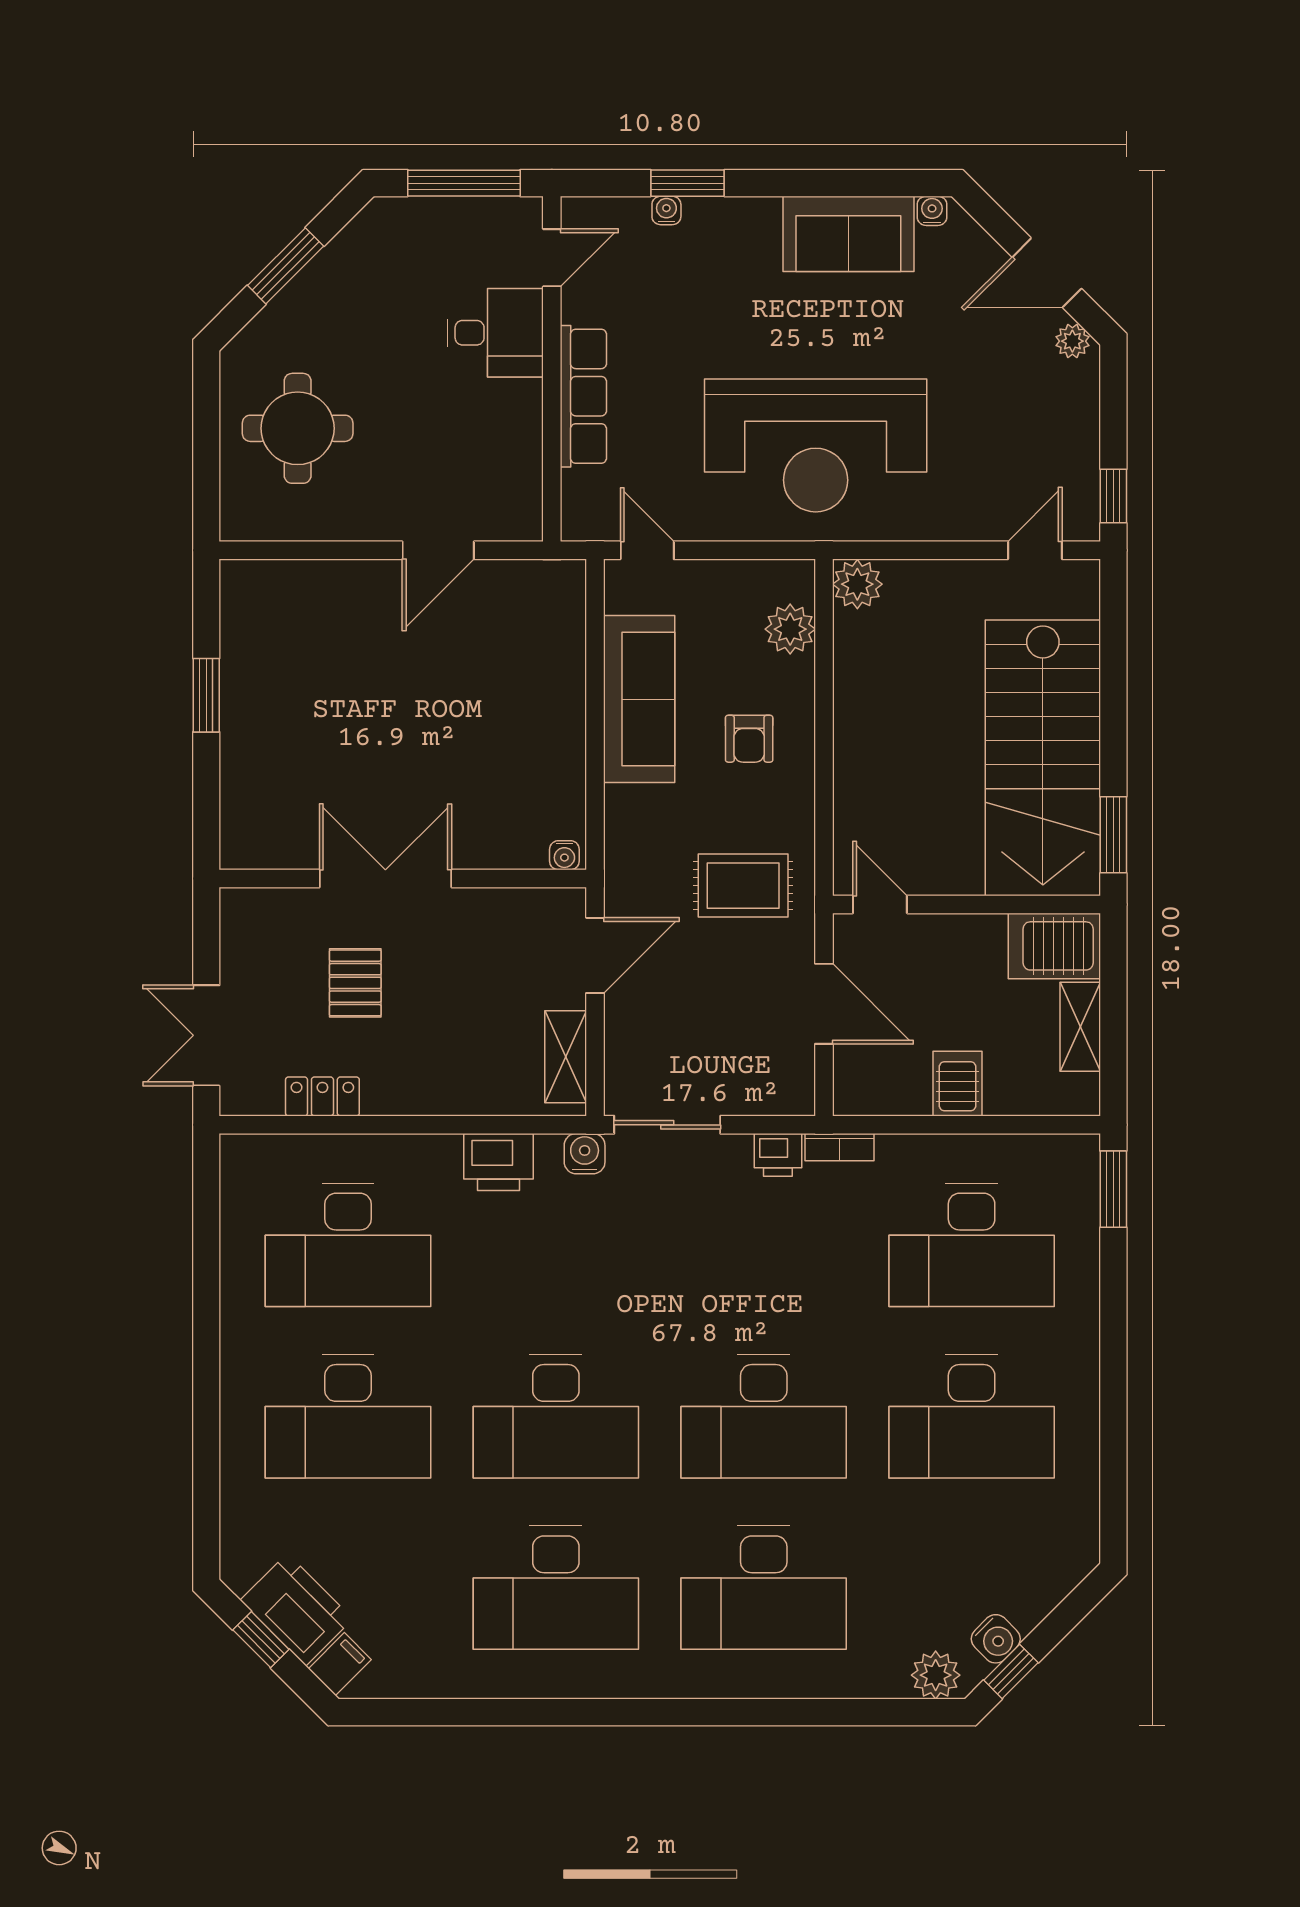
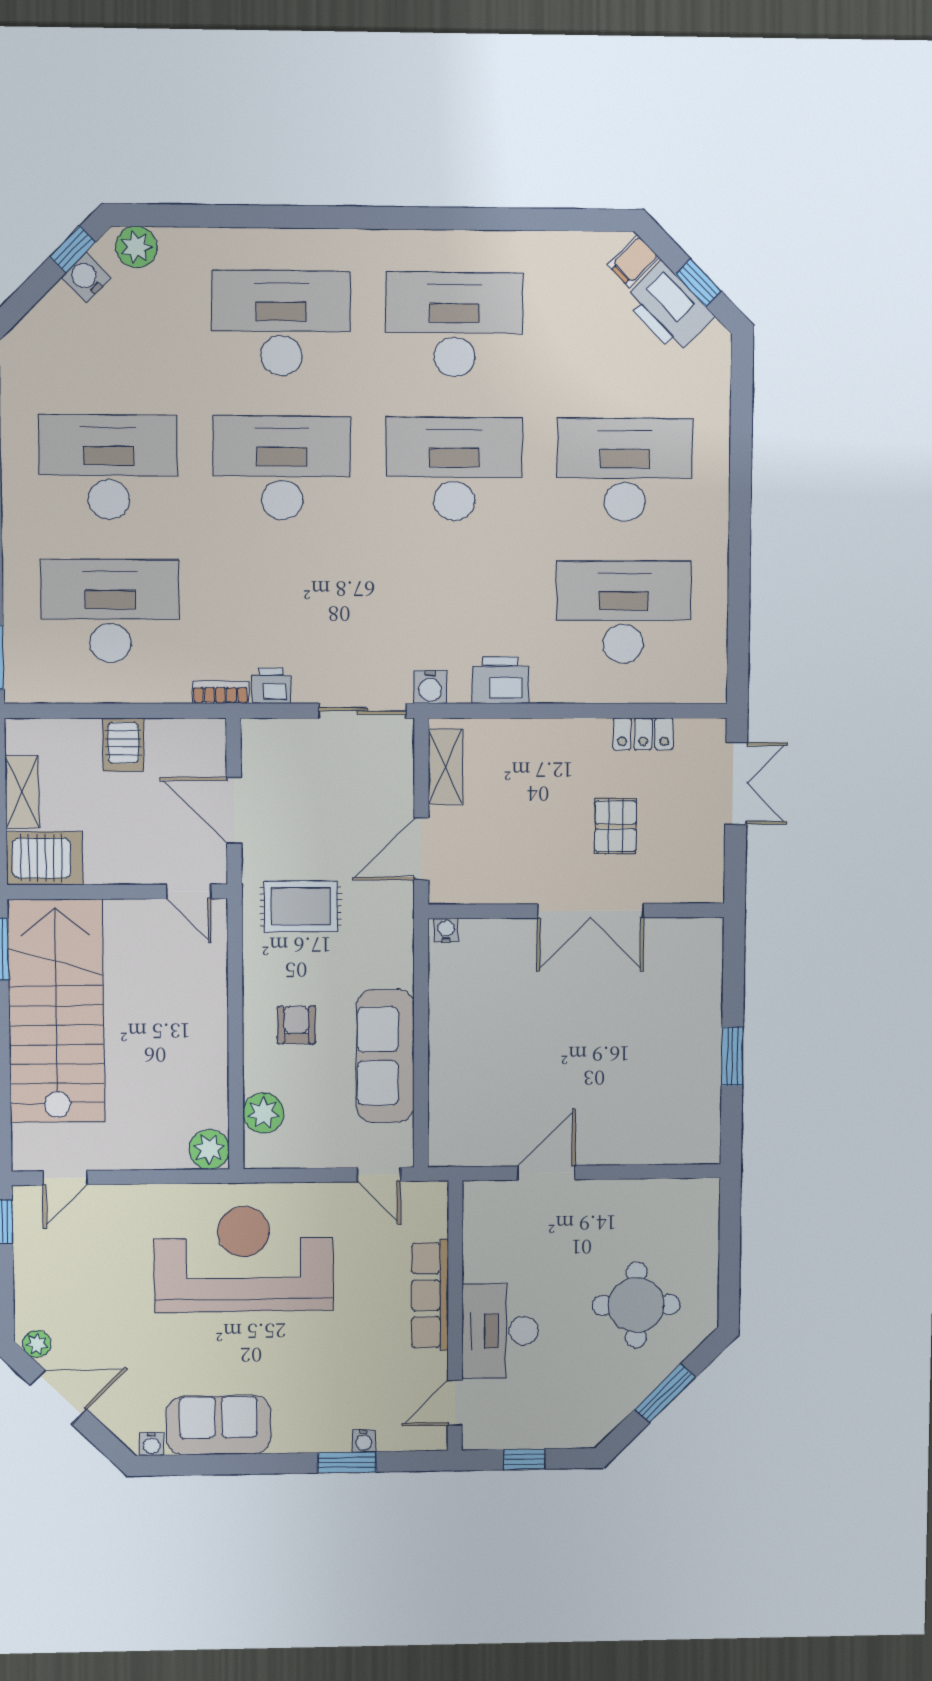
window: (464, 183) -> (524, 1459), width x0.46
desk: (495, 333) -> (500, 1331), width x1.37
round table: (298, 428) -> (636, 1305), moved

